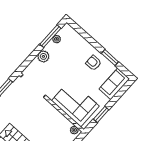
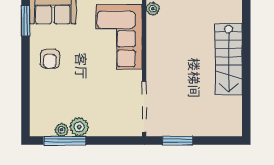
plant: (43, 56) -> (79, 127), moved
window: (110, 58) -> (26, 21), moved

